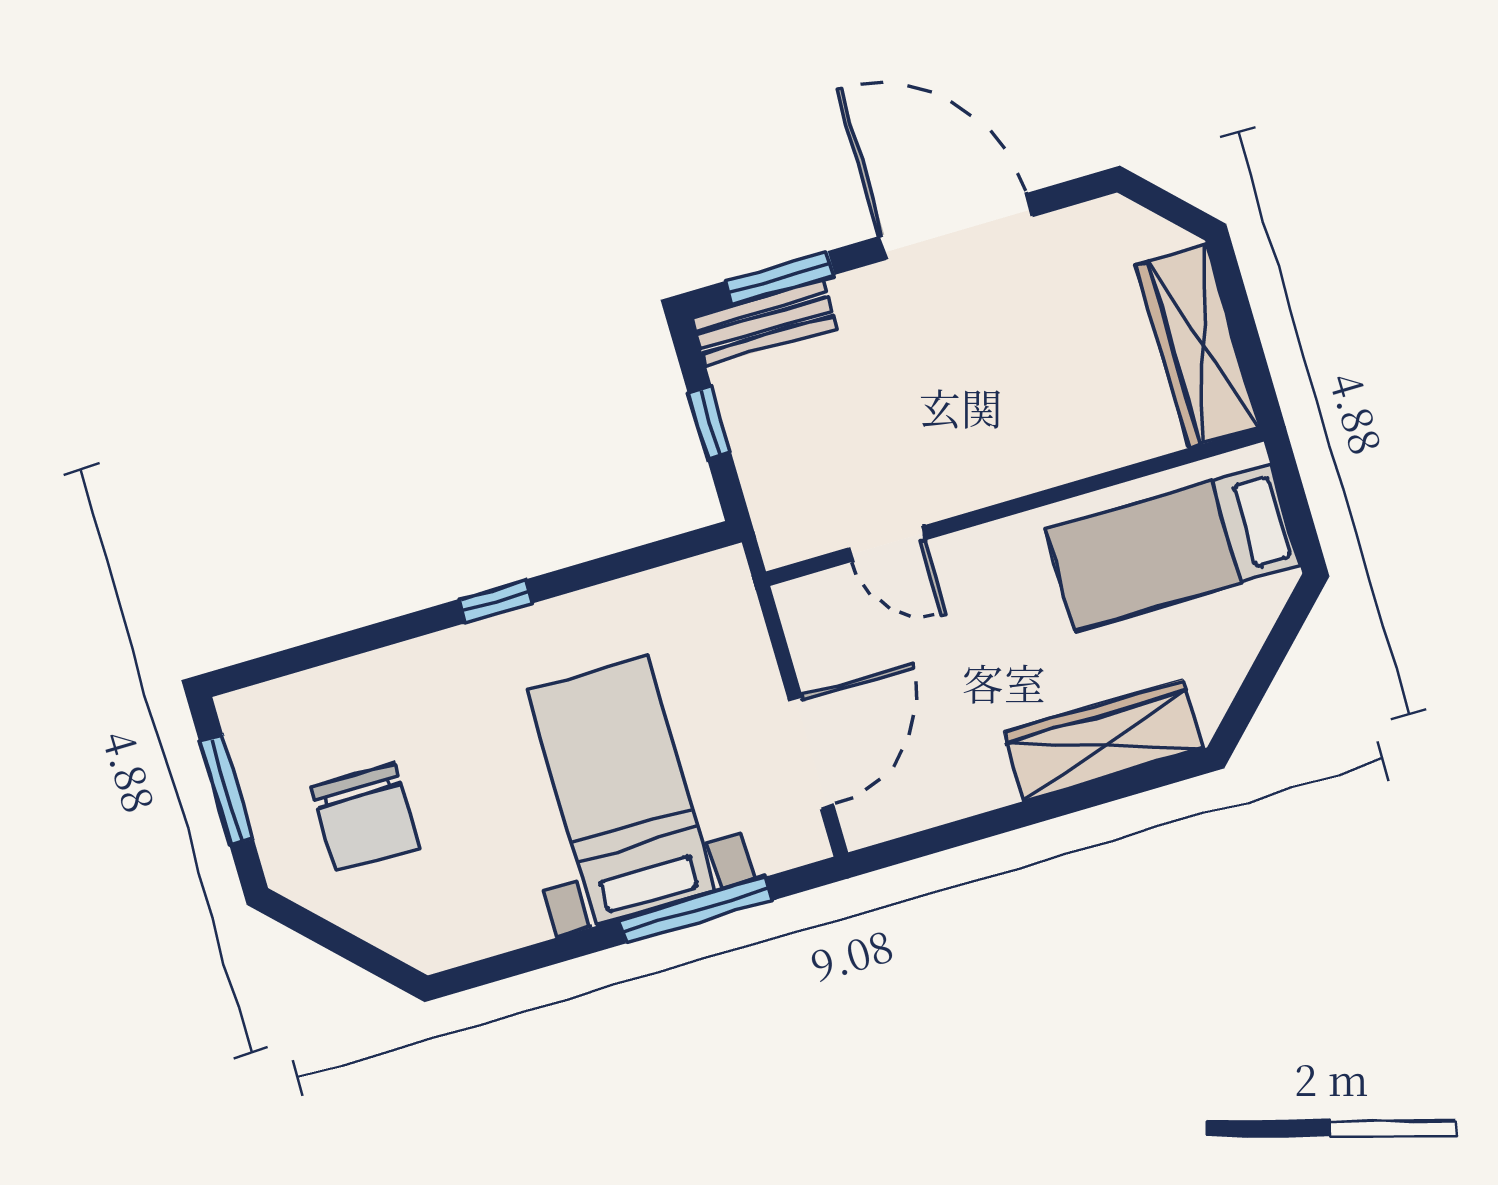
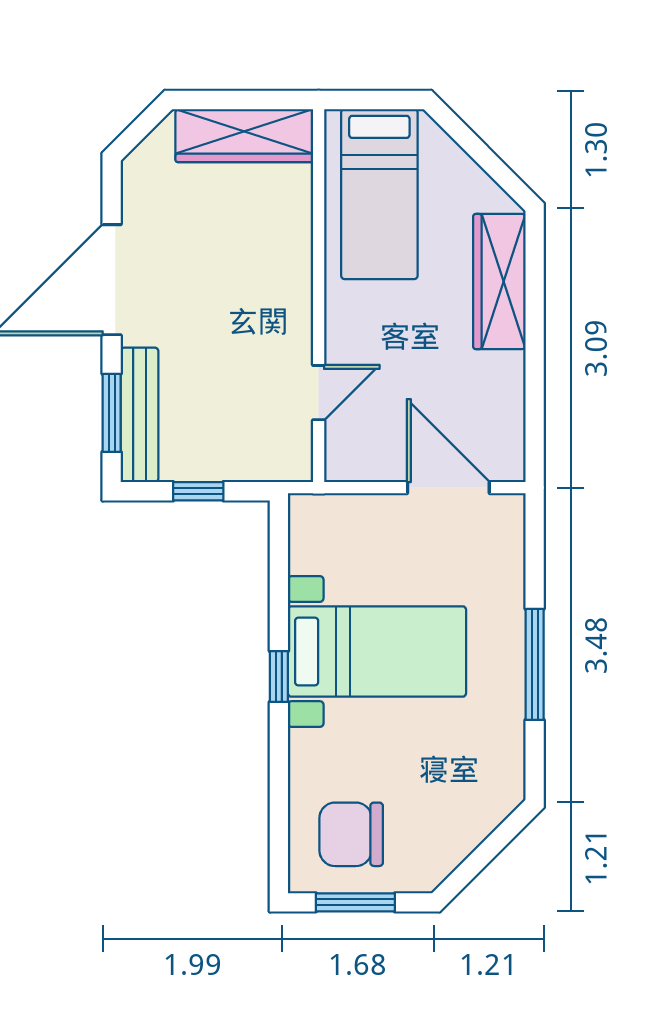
bench: (764, 323) -> (140, 415), width x1.36
bed with nightstands: (622, 791) -> (377, 652), moved, turned 180
chair: (365, 817) -> (351, 834), moved, turned 180
window: (696, 910) -> (535, 664), moved

